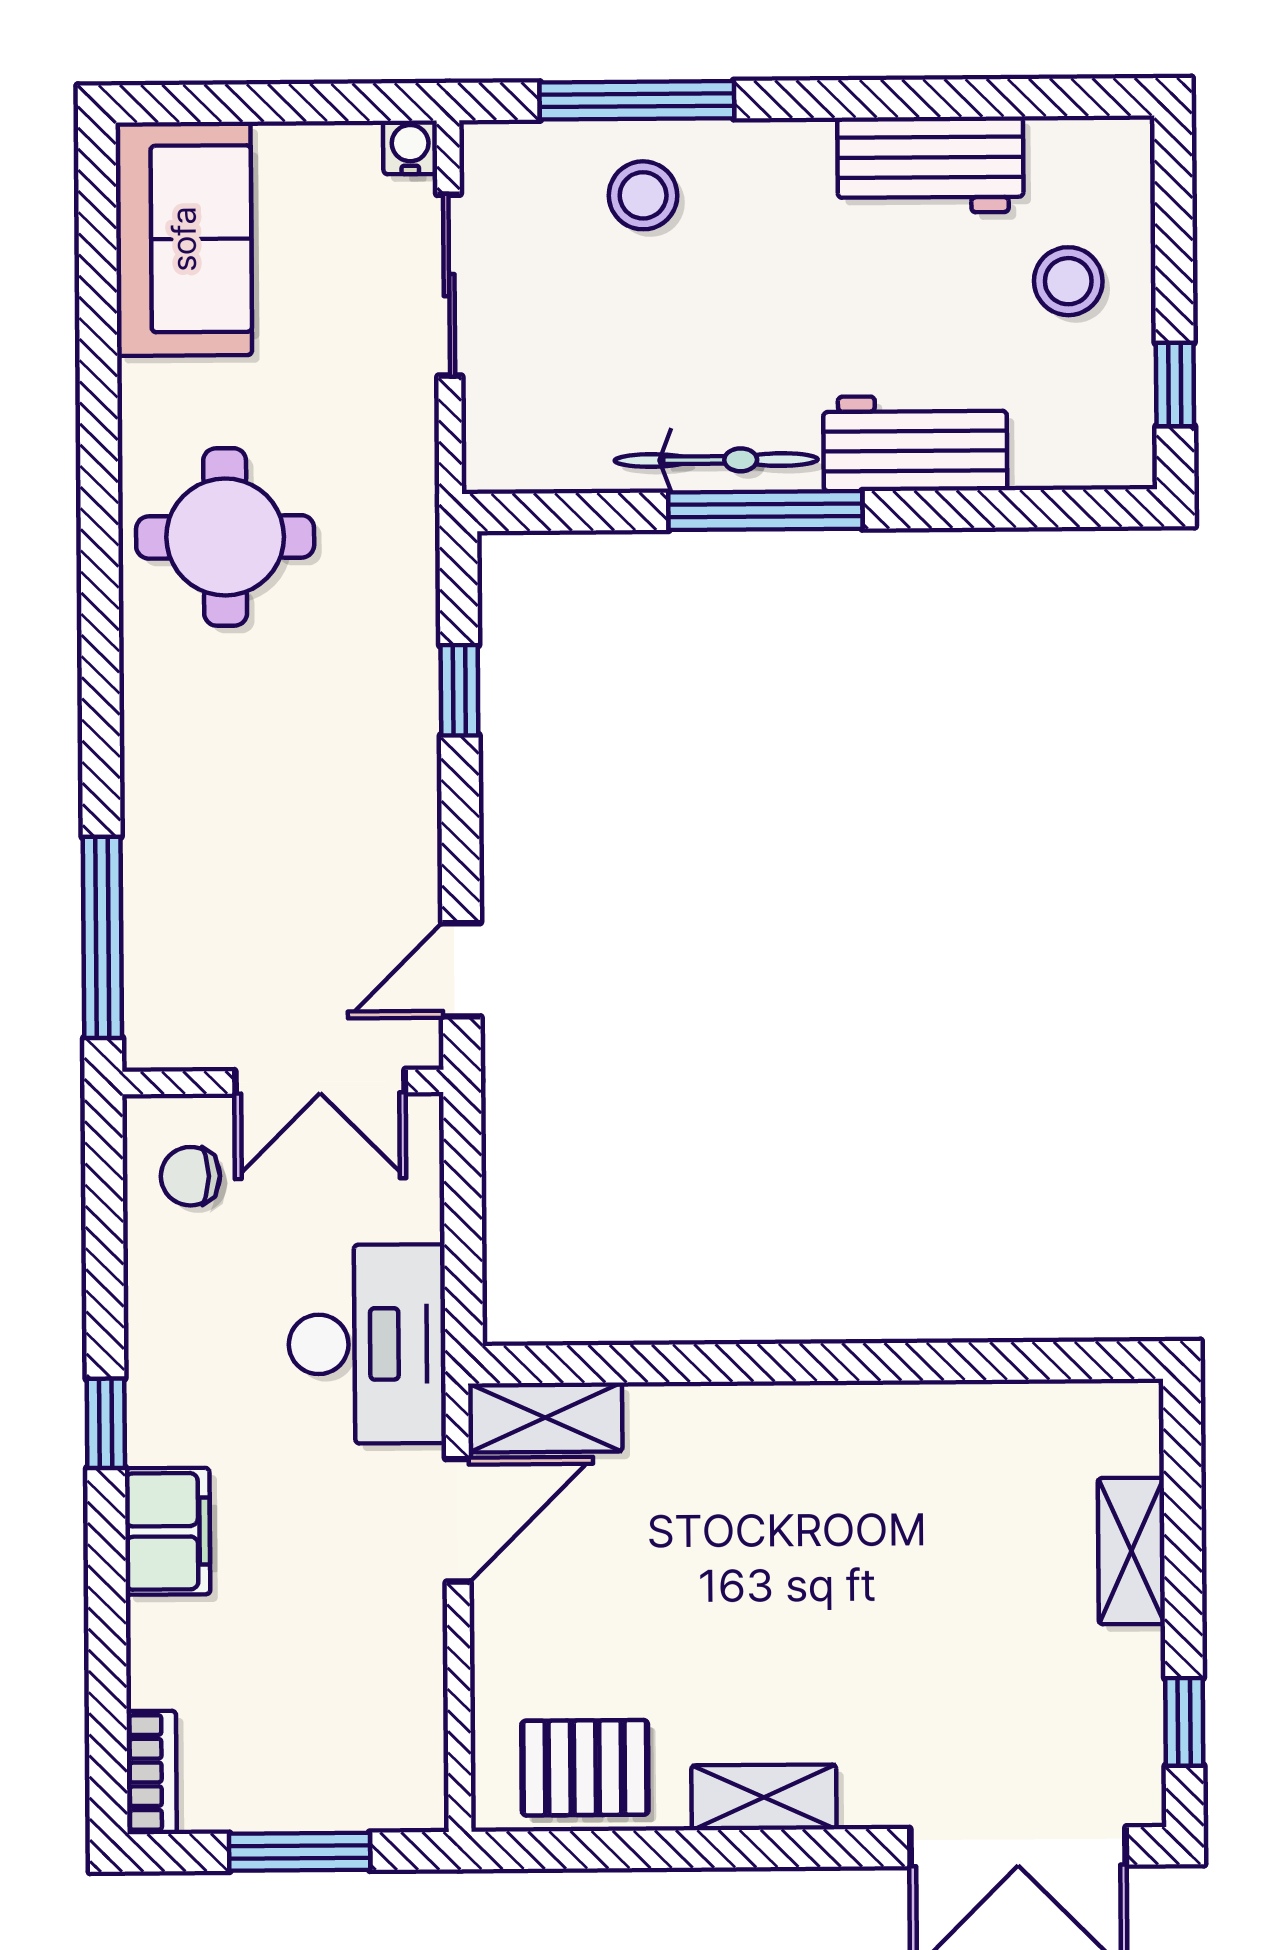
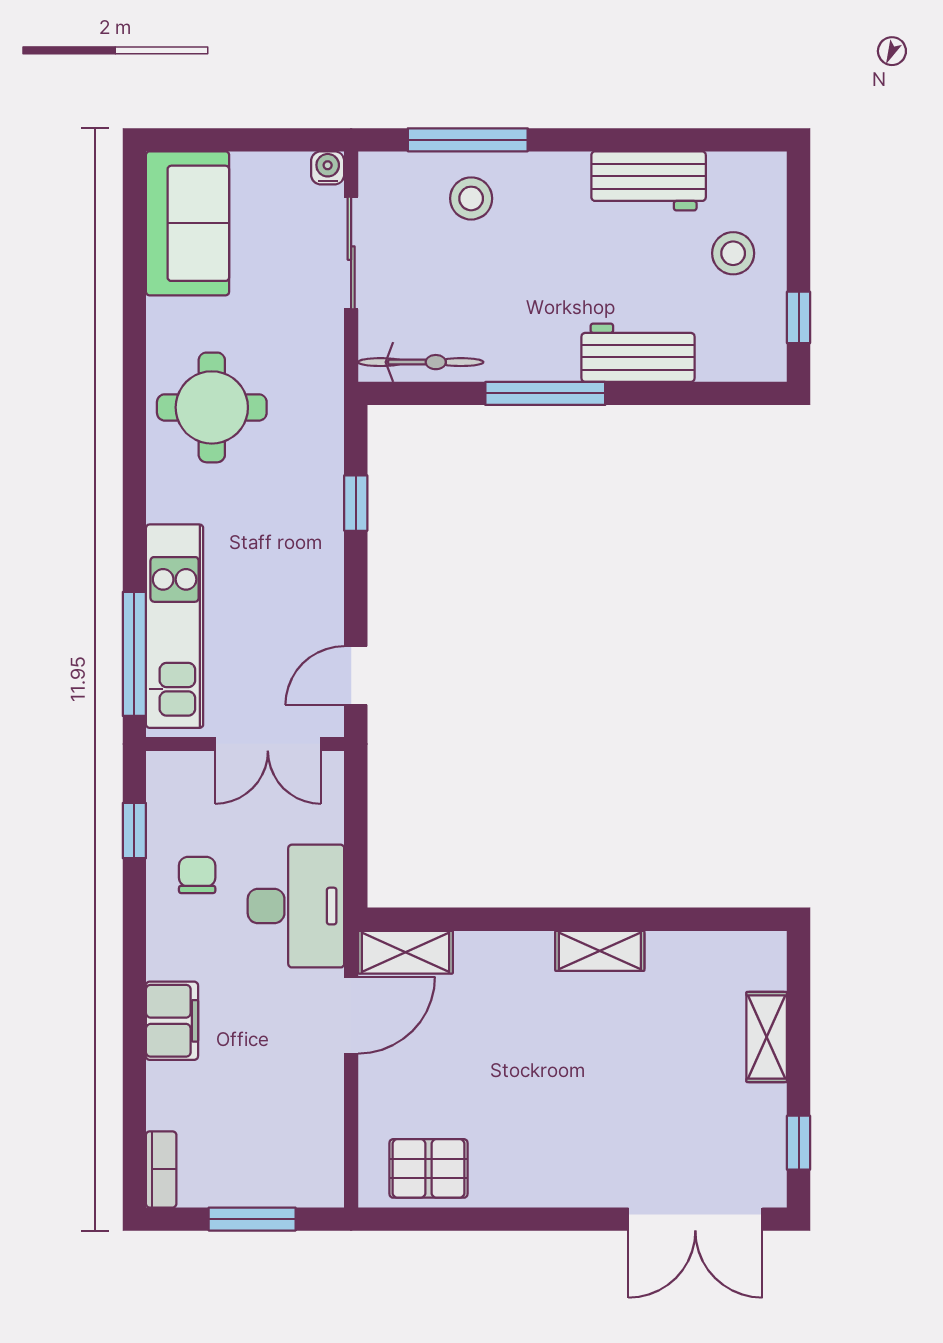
bicycle: (716, 460) -> (421, 362), moved
kitchen unit: (167, 892) -> (175, 626), added
chair: (190, 1176) -> (197, 875), moved, turned 90
window: (106, 1423) -> (134, 831), moved
shelving: (764, 1797) -> (600, 951), moved

